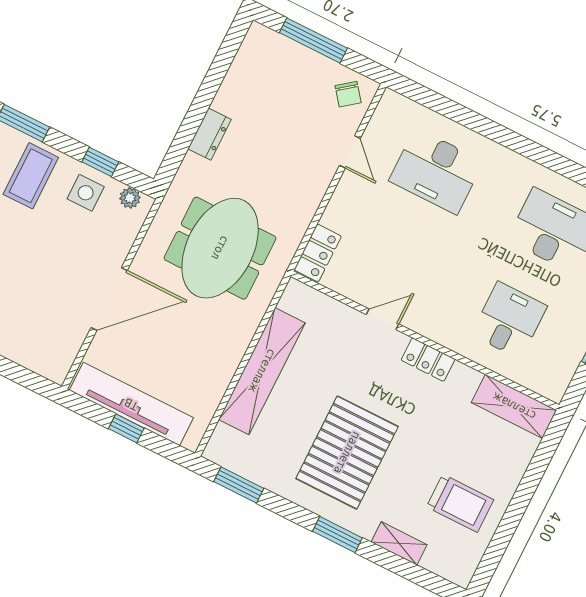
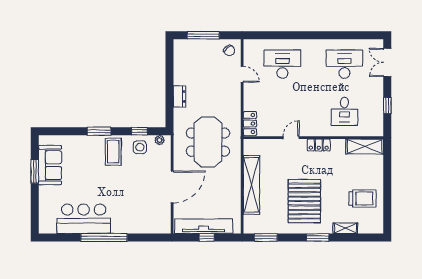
desk: (436, 171) -> (282, 64), turned 180
desk: (509, 320) -> (344, 111), turned 180

